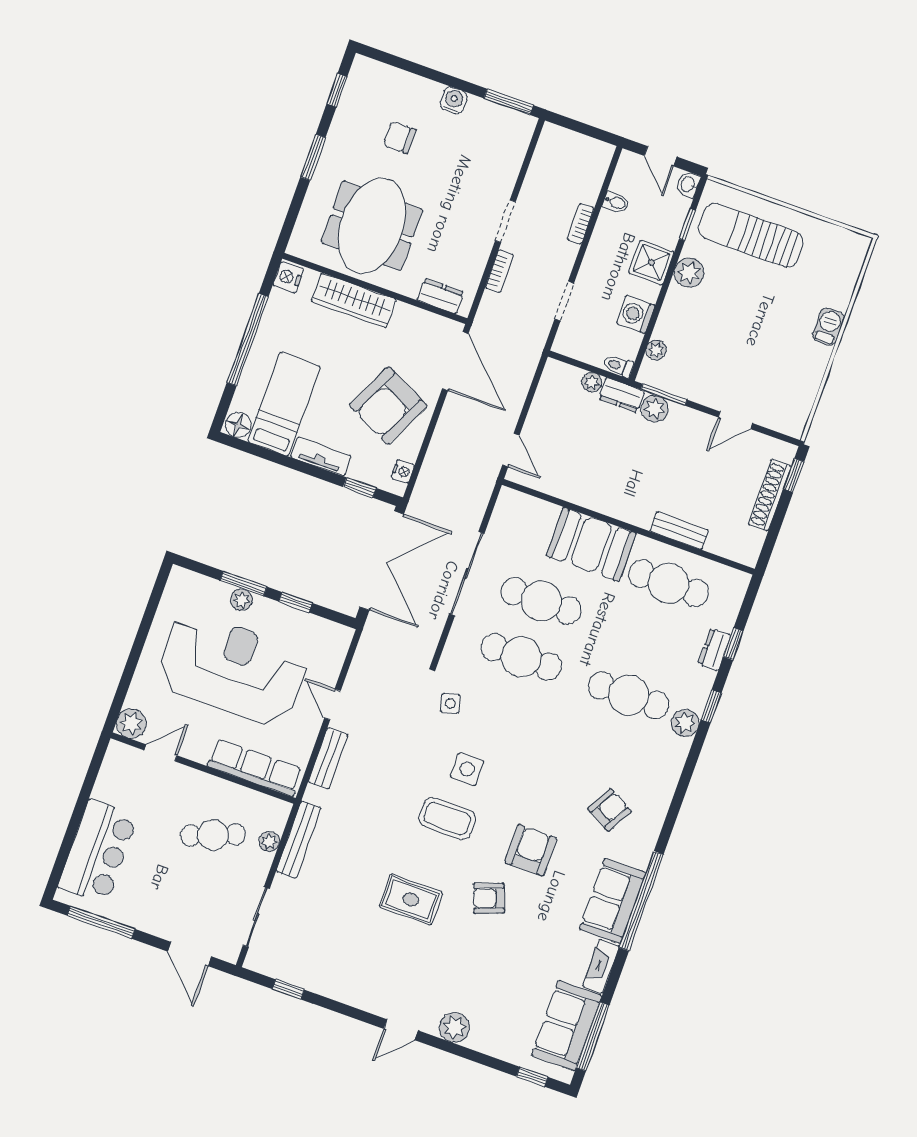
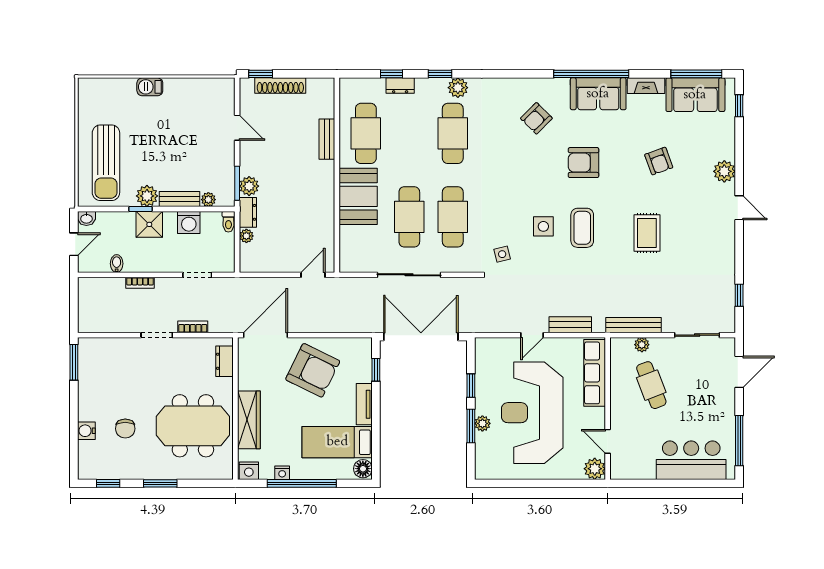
water cooler: (453, 100) -> (86, 431), moved
window: (687, 225) -> (141, 209), moved
bench: (670, 313) -> (179, 199), added
nightstand: (403, 471) -> (282, 473), moved, turned 180
armchair: (610, 810) -> (536, 118), turned -74
armchair: (489, 898) -> (659, 161), moved

